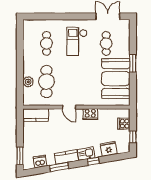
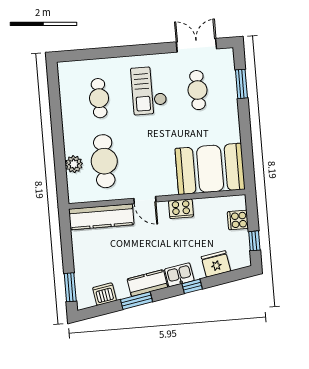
window: (133, 63) -> (241, 84), moved
booth: (116, 79) -> (210, 169), moved, turned 90
kitchen counter: (36, 115) -> (101, 217), width x1.50

